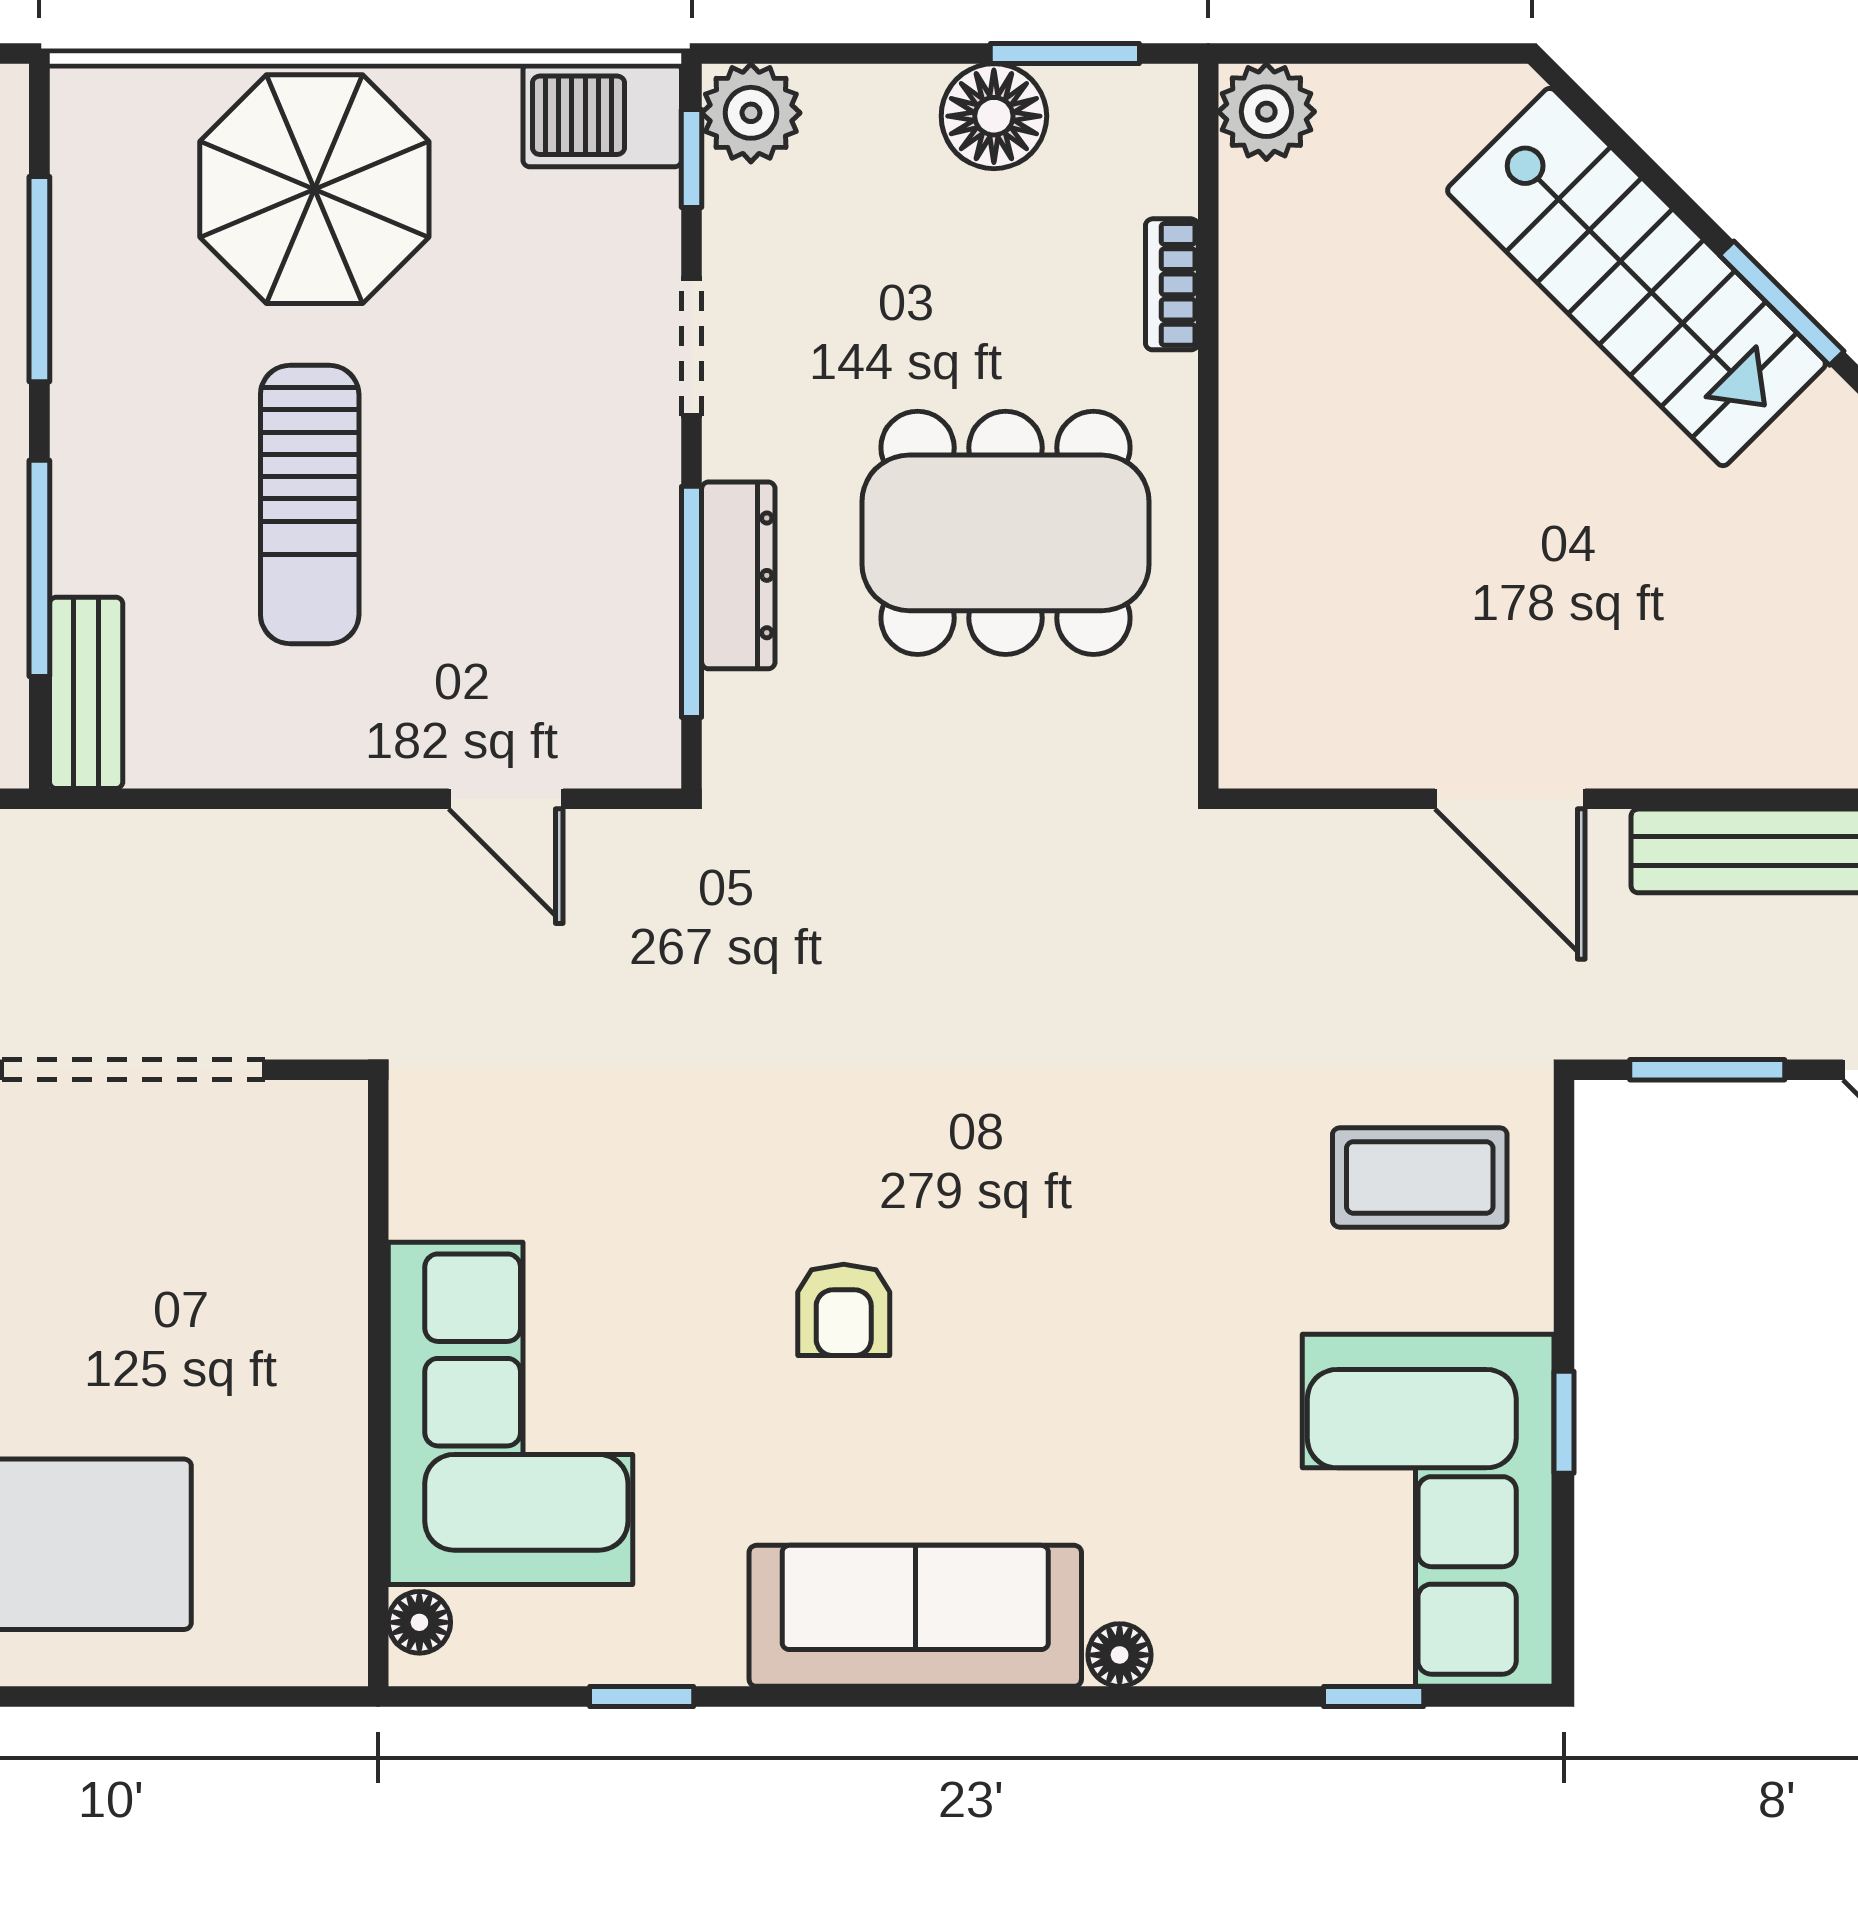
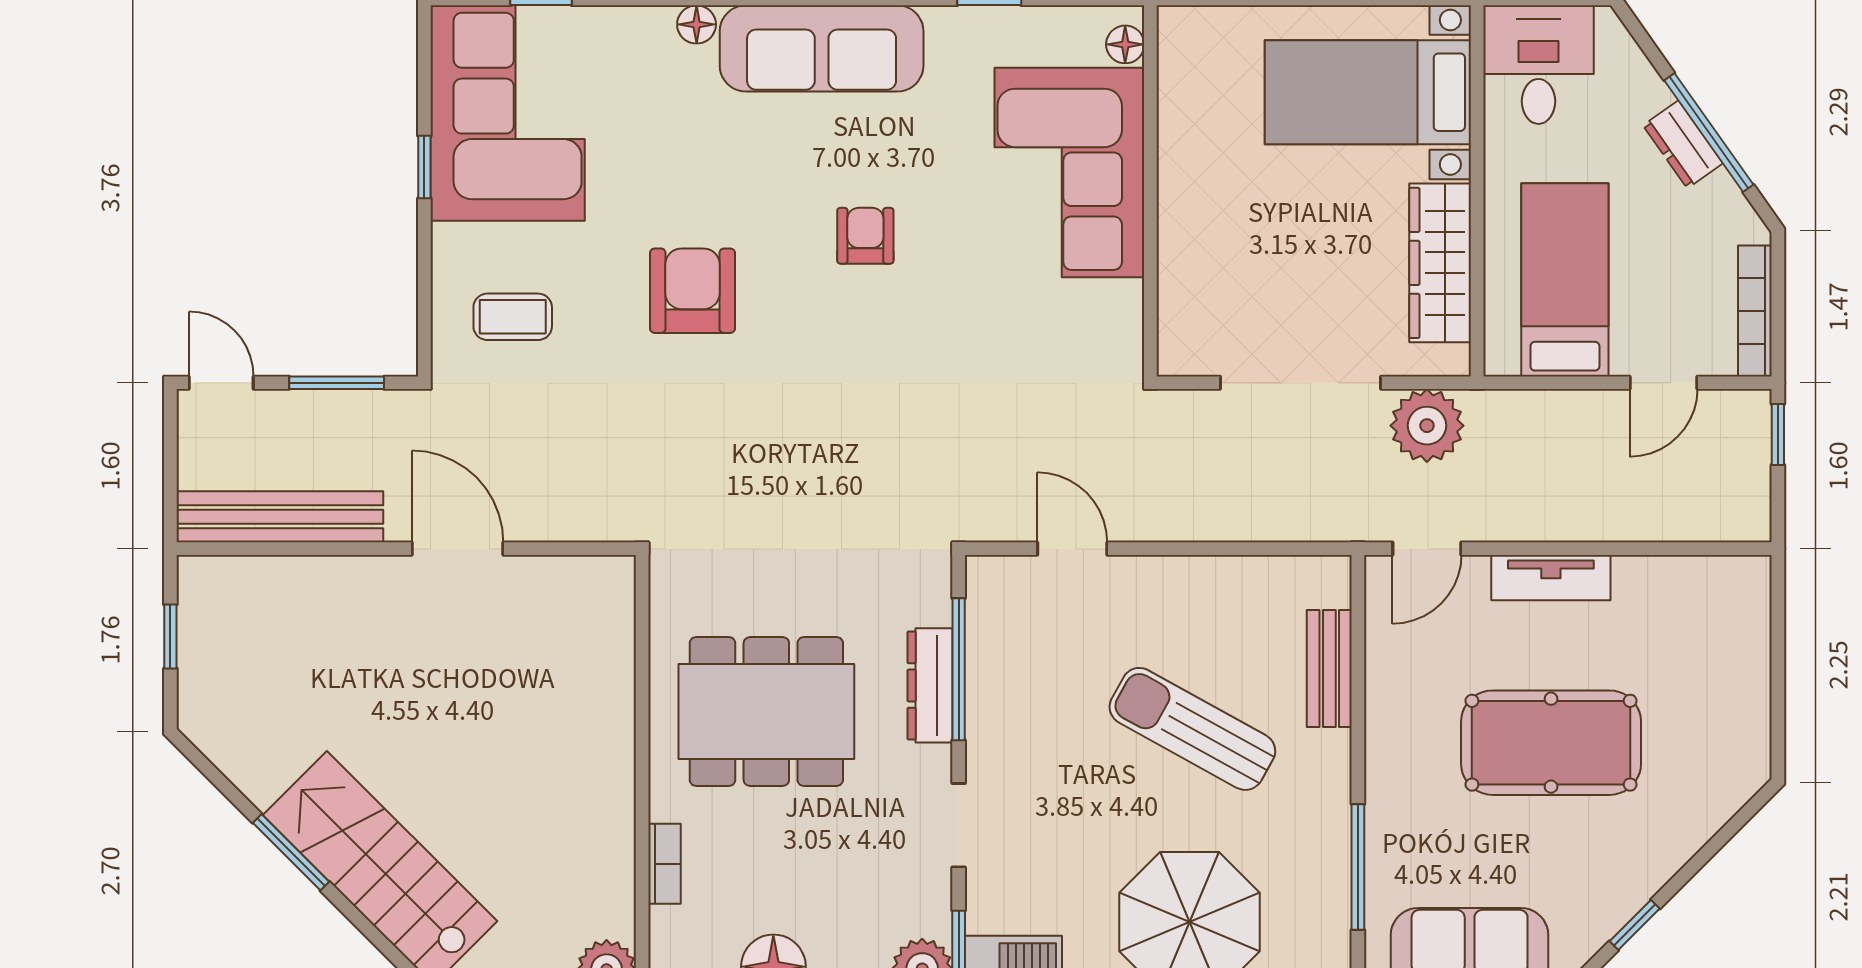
sun lounger: (310, 504) -> (1192, 729), turned -61
window: (39, 568) -> (1358, 690), removed
bench: (86, 693) -> (1329, 669), moved
coffee table: (1420, 1177) -> (513, 317), width x0.73, depth x0.77
armchair: (1126, 1220) -> (693, 291), added

